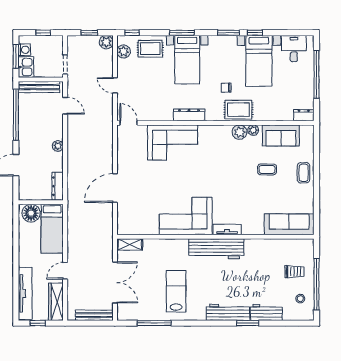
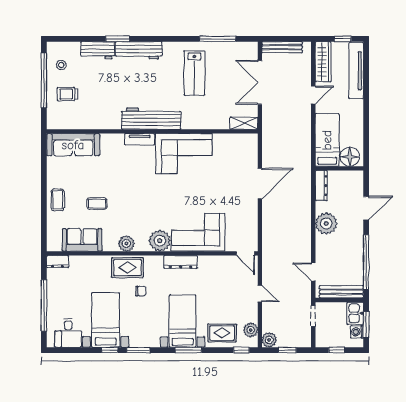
plant: (253, 130) -> (160, 241), moved, width x1.88, depth x1.88
plant: (58, 146) -> (326, 224), width x1.87, depth x1.87

